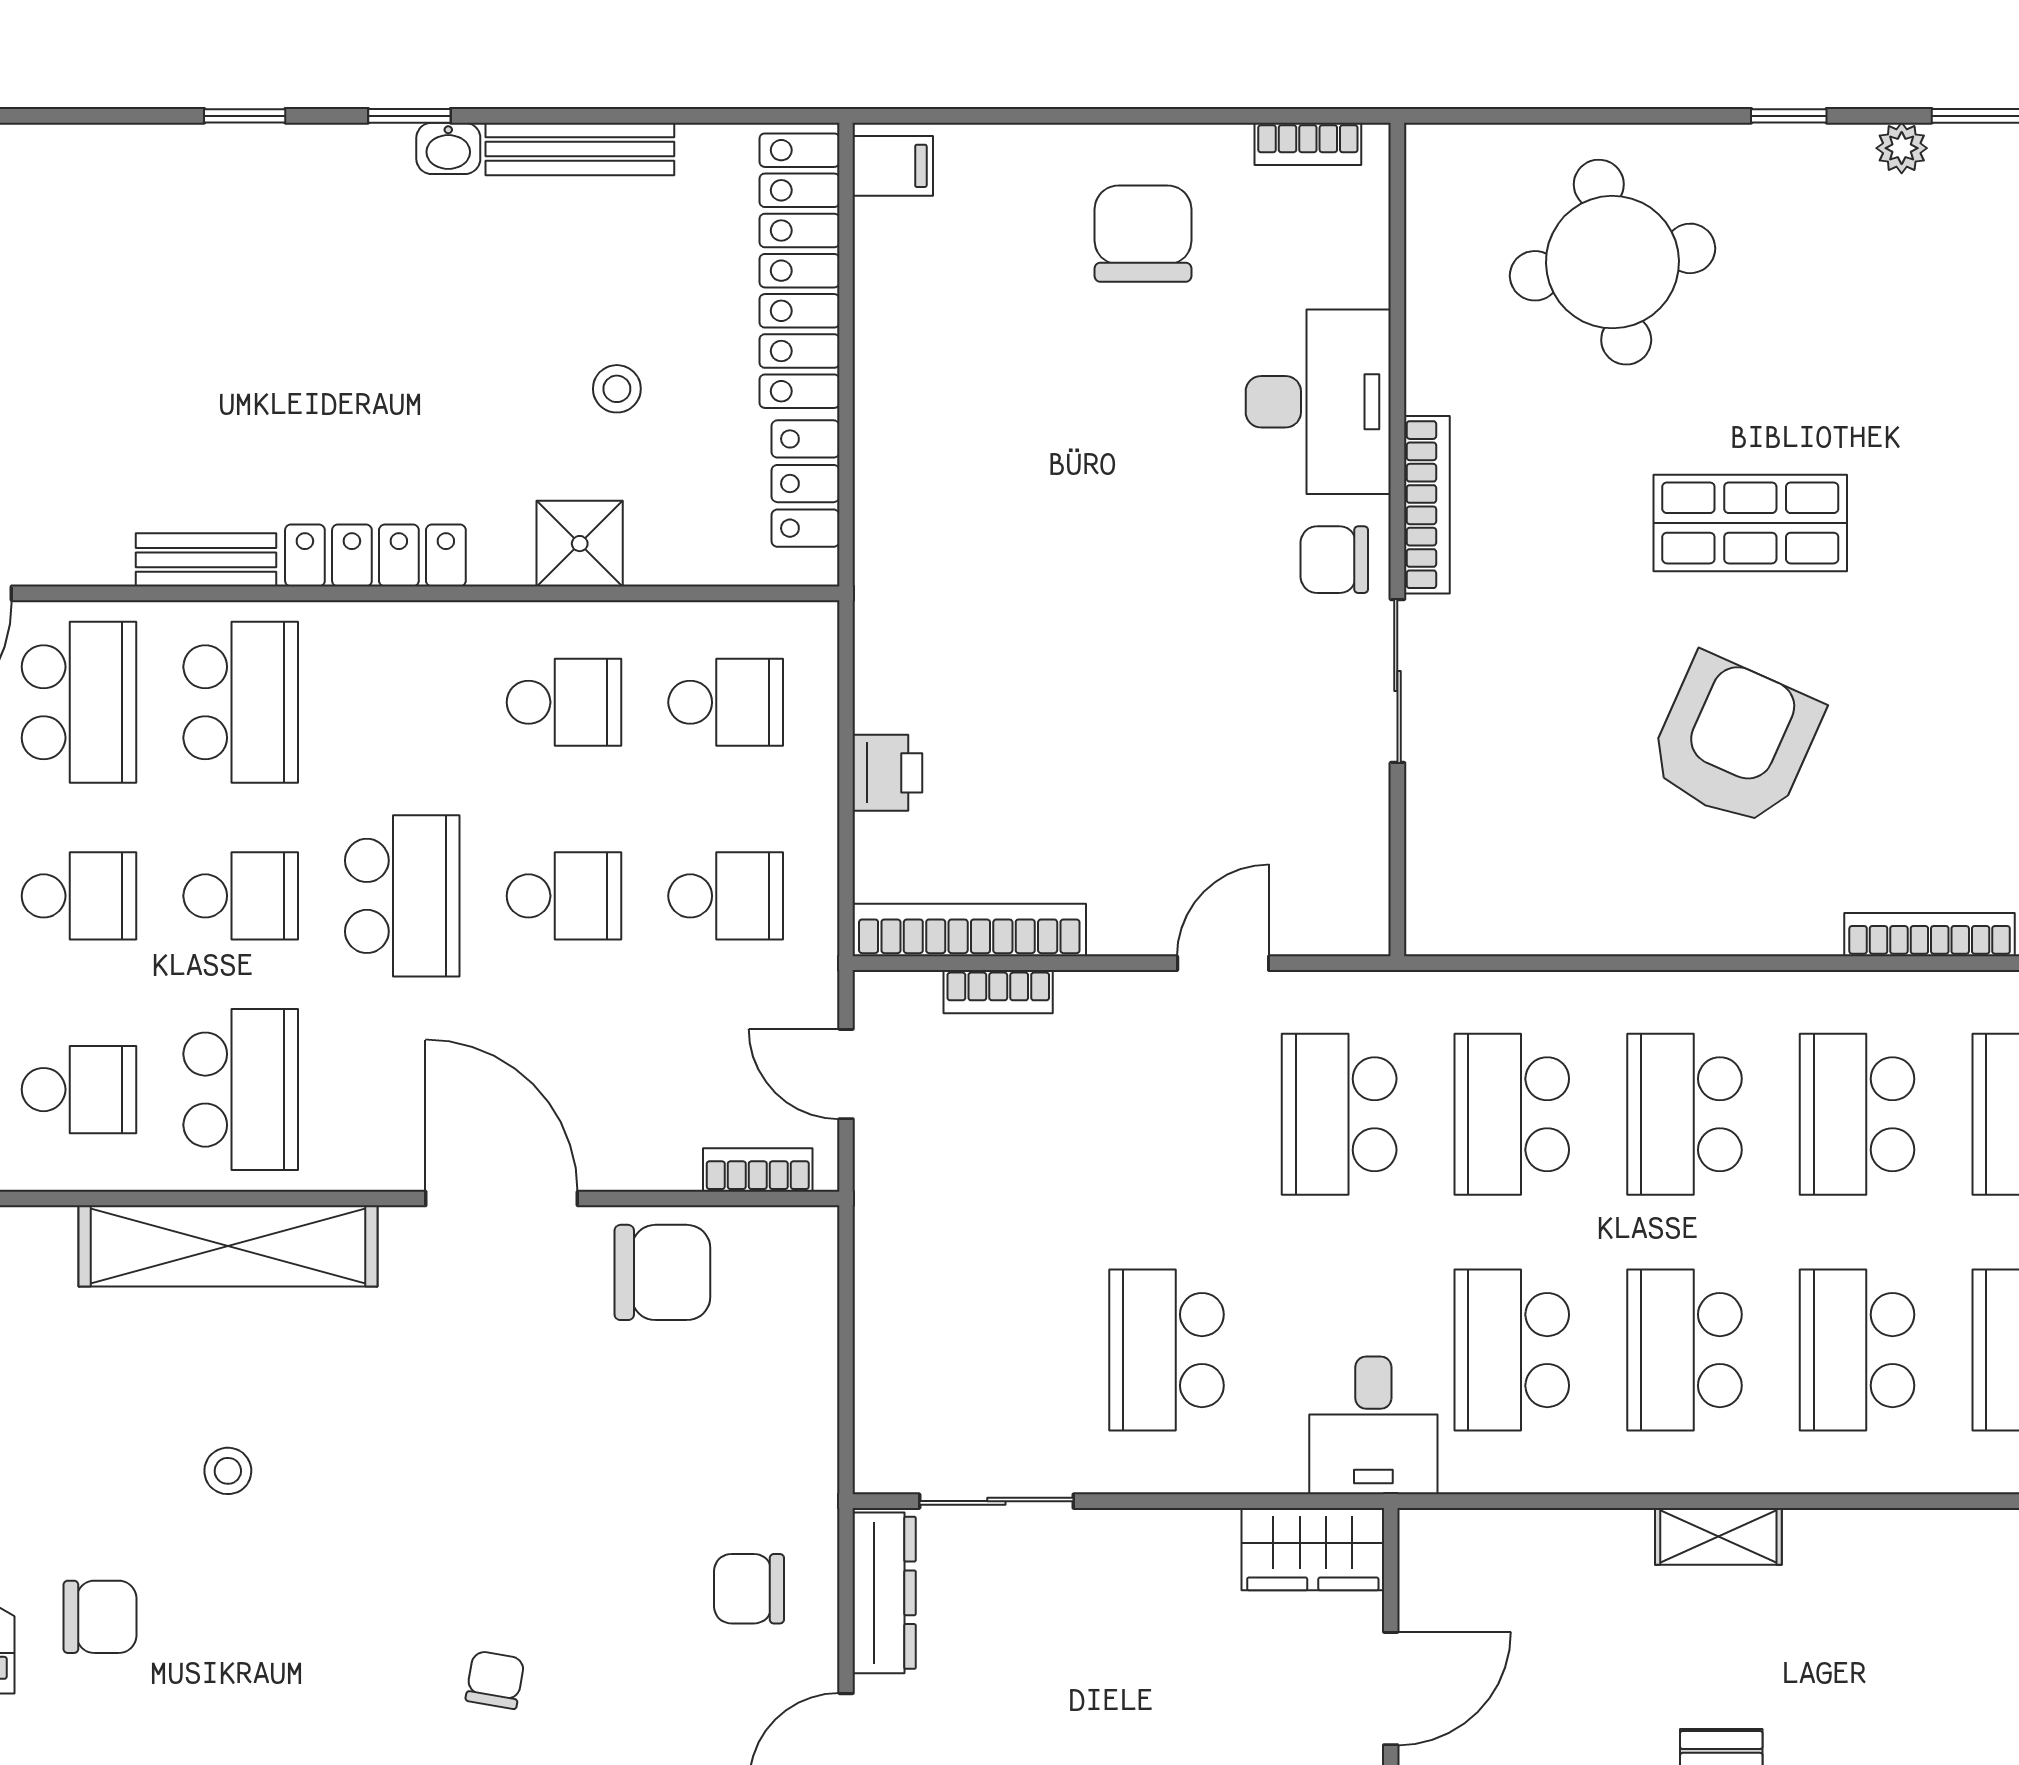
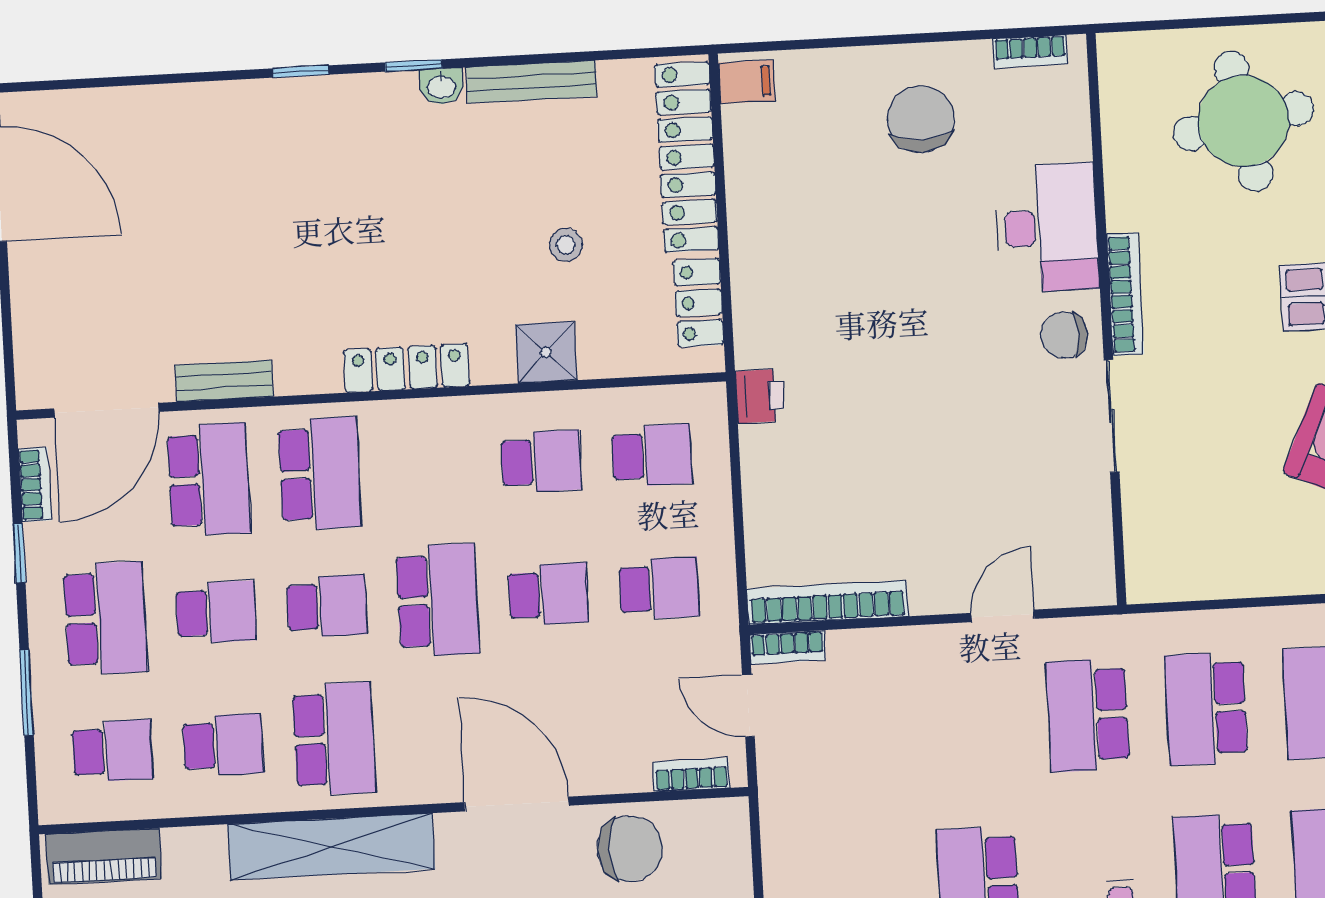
bench: (206, 560) -> (224, 381), moved
printer: (887, 773) -> (760, 396), moved
bookcase: (998, 992) -> (787, 647), moved

